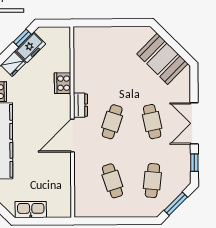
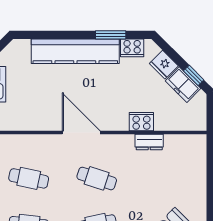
dresser: (80, 105) -> (149, 142), moved
cafe table: (112, 181) -> (29, 178), turned 30

